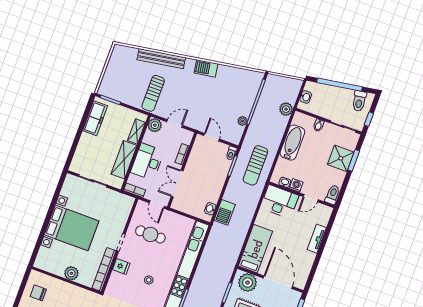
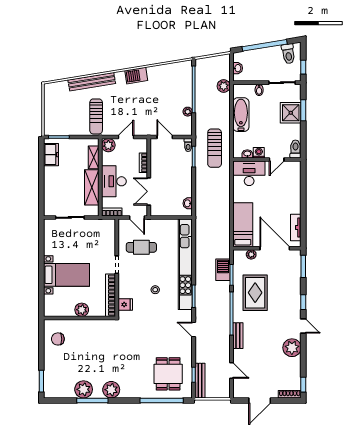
freezer: (95, 118) -> (51, 155), width x0.71
barbecue: (225, 212) -> (223, 270), moved, turned 180
bed with nightstands: (72, 228) -> (66, 275), width x0.73
tv unit: (317, 239) -> (296, 227), moved
fridge: (121, 266) -> (125, 304), moved
plant: (248, 283) -> (251, 254), width x0.53, depth x0.53

